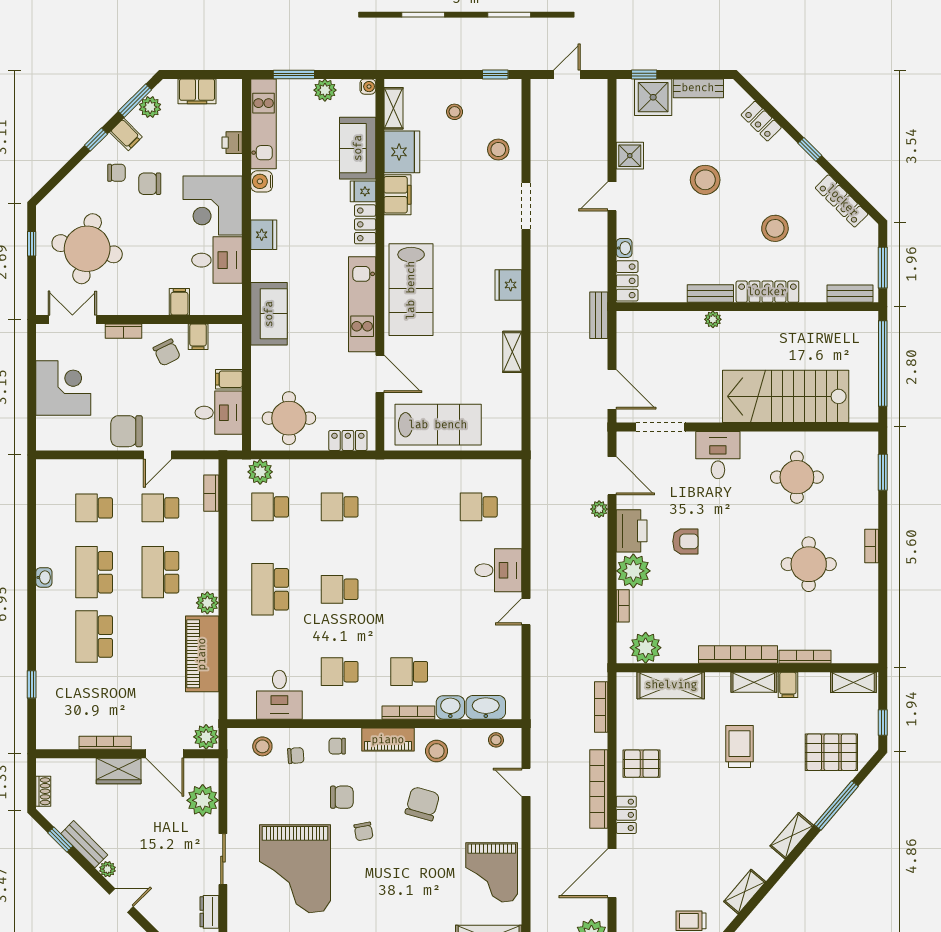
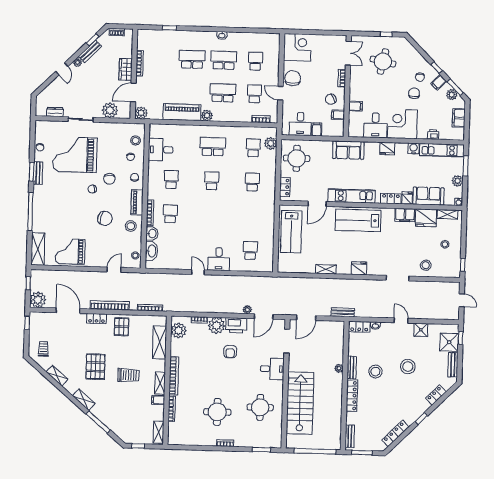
stool: (775, 228) -> (375, 372), moved
round table: (87, 249) -> (383, 62), width x0.73, depth x0.73
corner desk: (63, 388) -> (297, 47), moved, turned -90
pallet: (831, 752) -> (95, 367), moved

